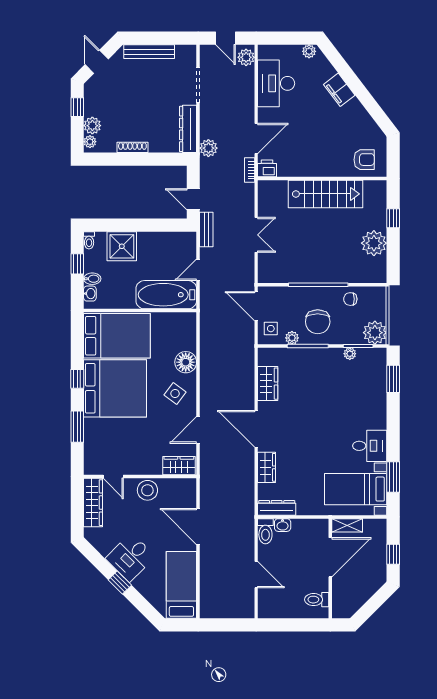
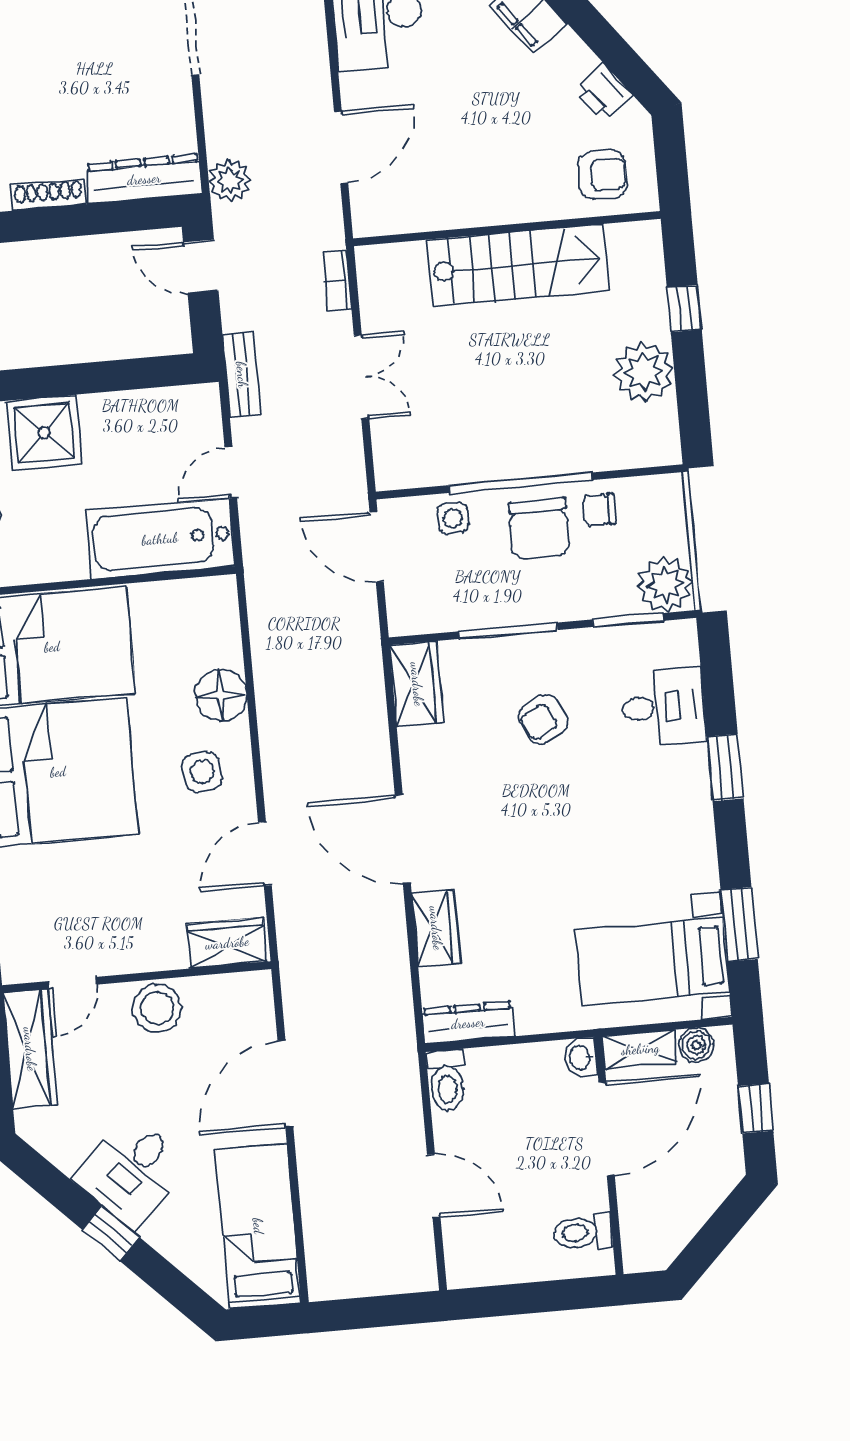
dresser: (188, 129) -> (144, 179), moved, turned 90
printer: (267, 168) -> (604, 93), moved, turned -127
bookcase: (250, 170) -> (337, 281), moved
door: (193, 199) -> (201, 266), moved
chair: (318, 322) -> (539, 529), moved
side table: (271, 329) -> (453, 518), moved
plant: (292, 338) -> (469, 614), removed
plant: (350, 354) -> (610, 640), removed
window: (393, 379) -> (725, 767), moved
wardrobe: (268, 384) -> (417, 684), moved
armchair: (319, 384) -> (543, 719), added
side table: (175, 393) -> (202, 772), turned 45
desk: (370, 446) -> (664, 707), moved
door: (113, 477) -> (73, 983), hinge flipped
washbasin: (283, 525) -> (581, 1057), moved, turned 90
boiler: (371, 526) -> (696, 1045), added
door: (198, 527) -> (285, 1084), hinge flipped

